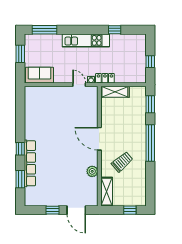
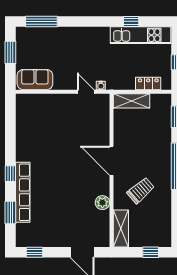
kitchen unit: (86, 40) -> (140, 35), moved
locker: (105, 78) -> (148, 84), moved
window: (52, 210) -> (34, 252), moved

